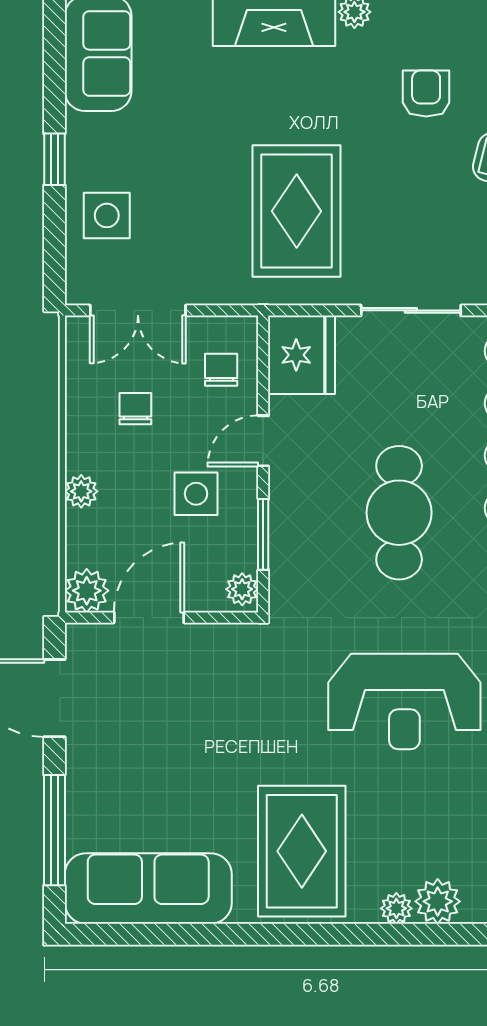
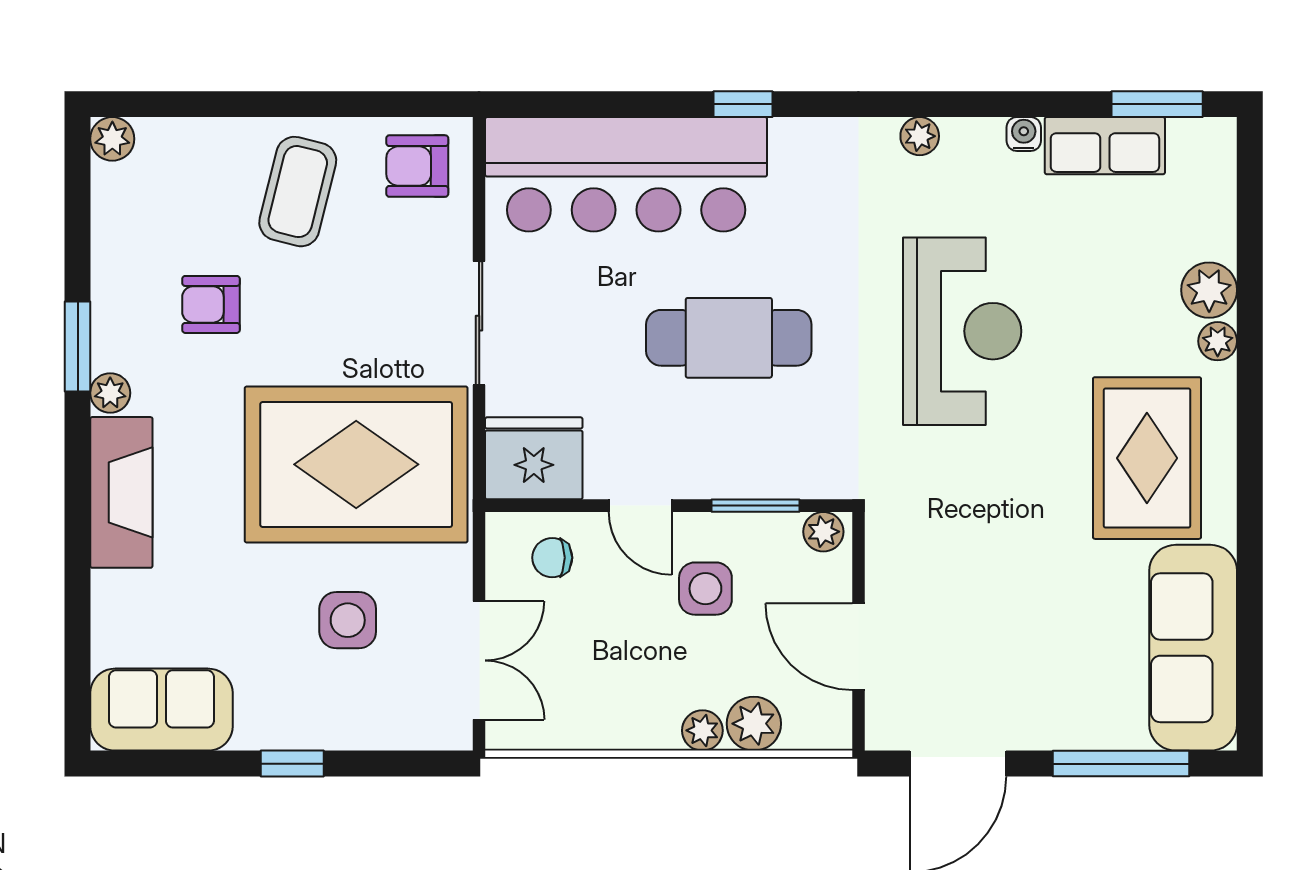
rug: (297, 211) -> (356, 464), width x1.37, depth x1.44
side table: (107, 215) -> (348, 620), moved
chair: (135, 409) -> (600, 663), removed
plant: (87, 591) -> (754, 724), moved
rug: (302, 851) -> (1147, 458), turned 90

